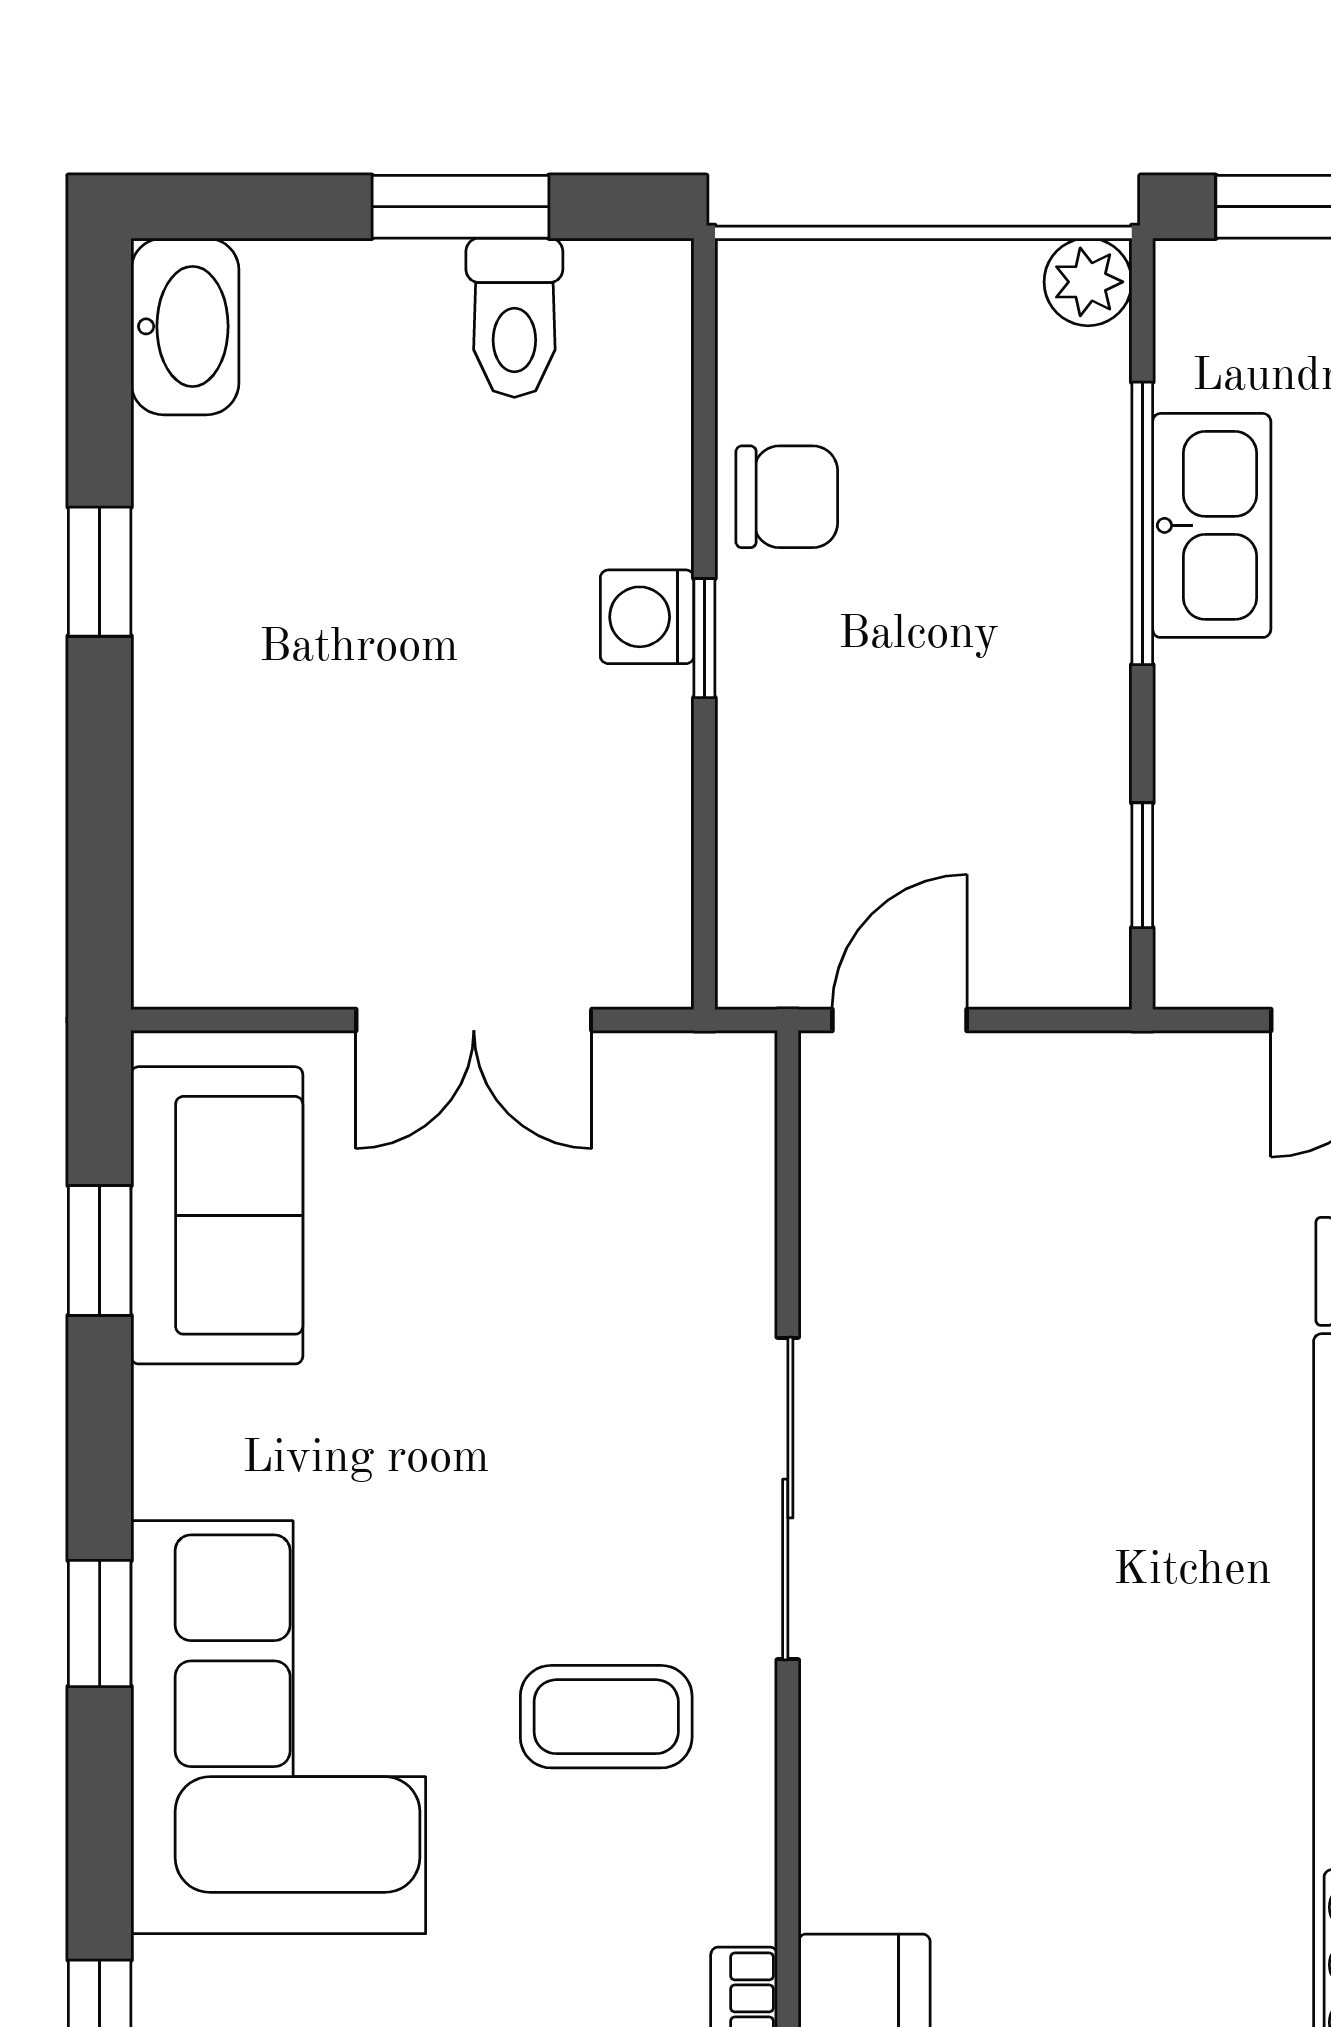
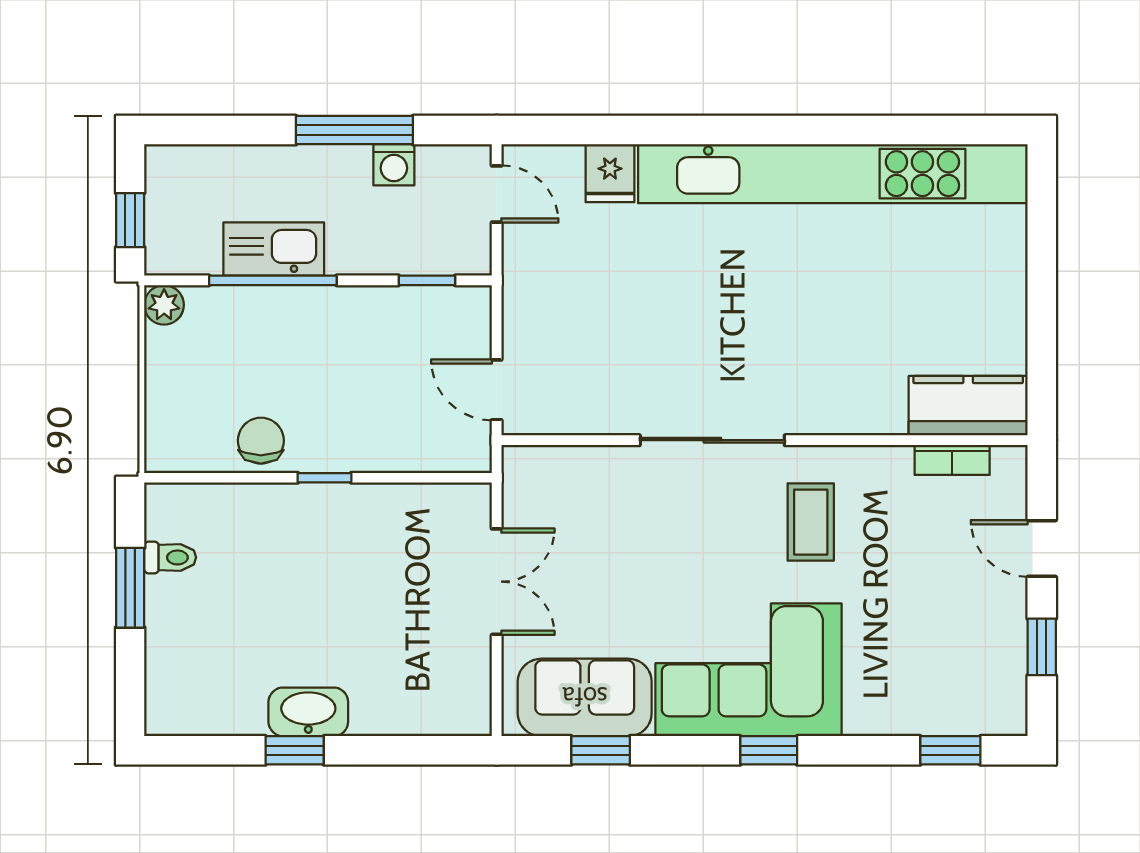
toilet: (514, 318) -> (170, 557), width x0.73, depth x0.72
washbasin: (185, 326) -> (308, 712), moved
washing machine: (647, 617) -> (315, 504), removed
corner sofa: (278, 1727) -> (749, 670), moved

